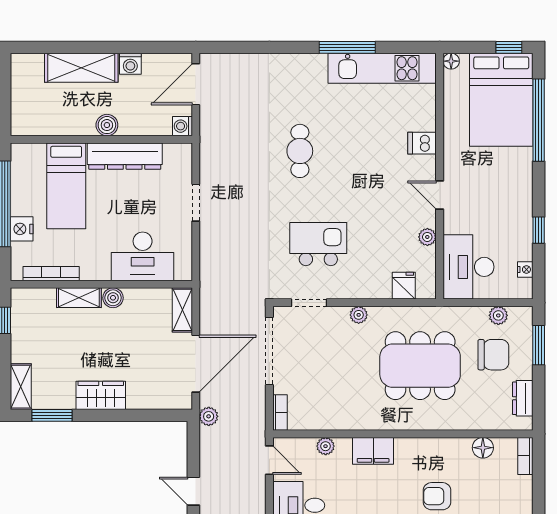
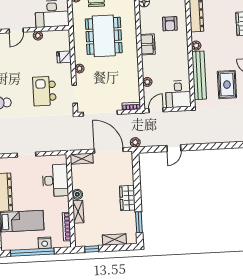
fridge: (404, 286) -> (64, 57), moved
shelving: (21, 387) -> (114, 240), moved
filing cabinet: (373, 451) -> (148, 44), moved

